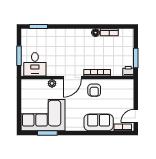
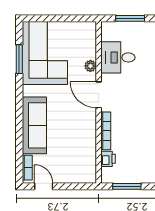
desk: (35, 64) -> (118, 57), moved
printer: (128, 71) -> (108, 159), moved
armchair: (94, 90) -> (81, 127), removed
sofa: (99, 122) -> (34, 125), width x1.36

